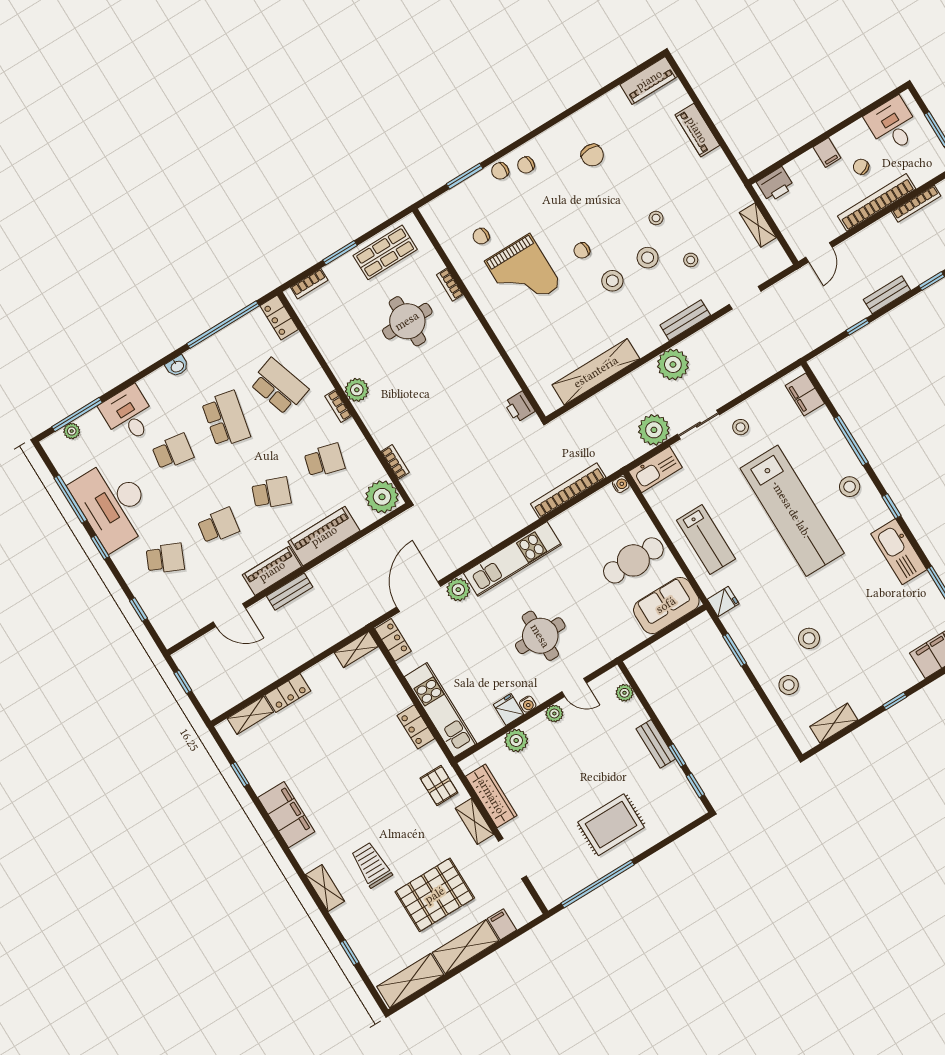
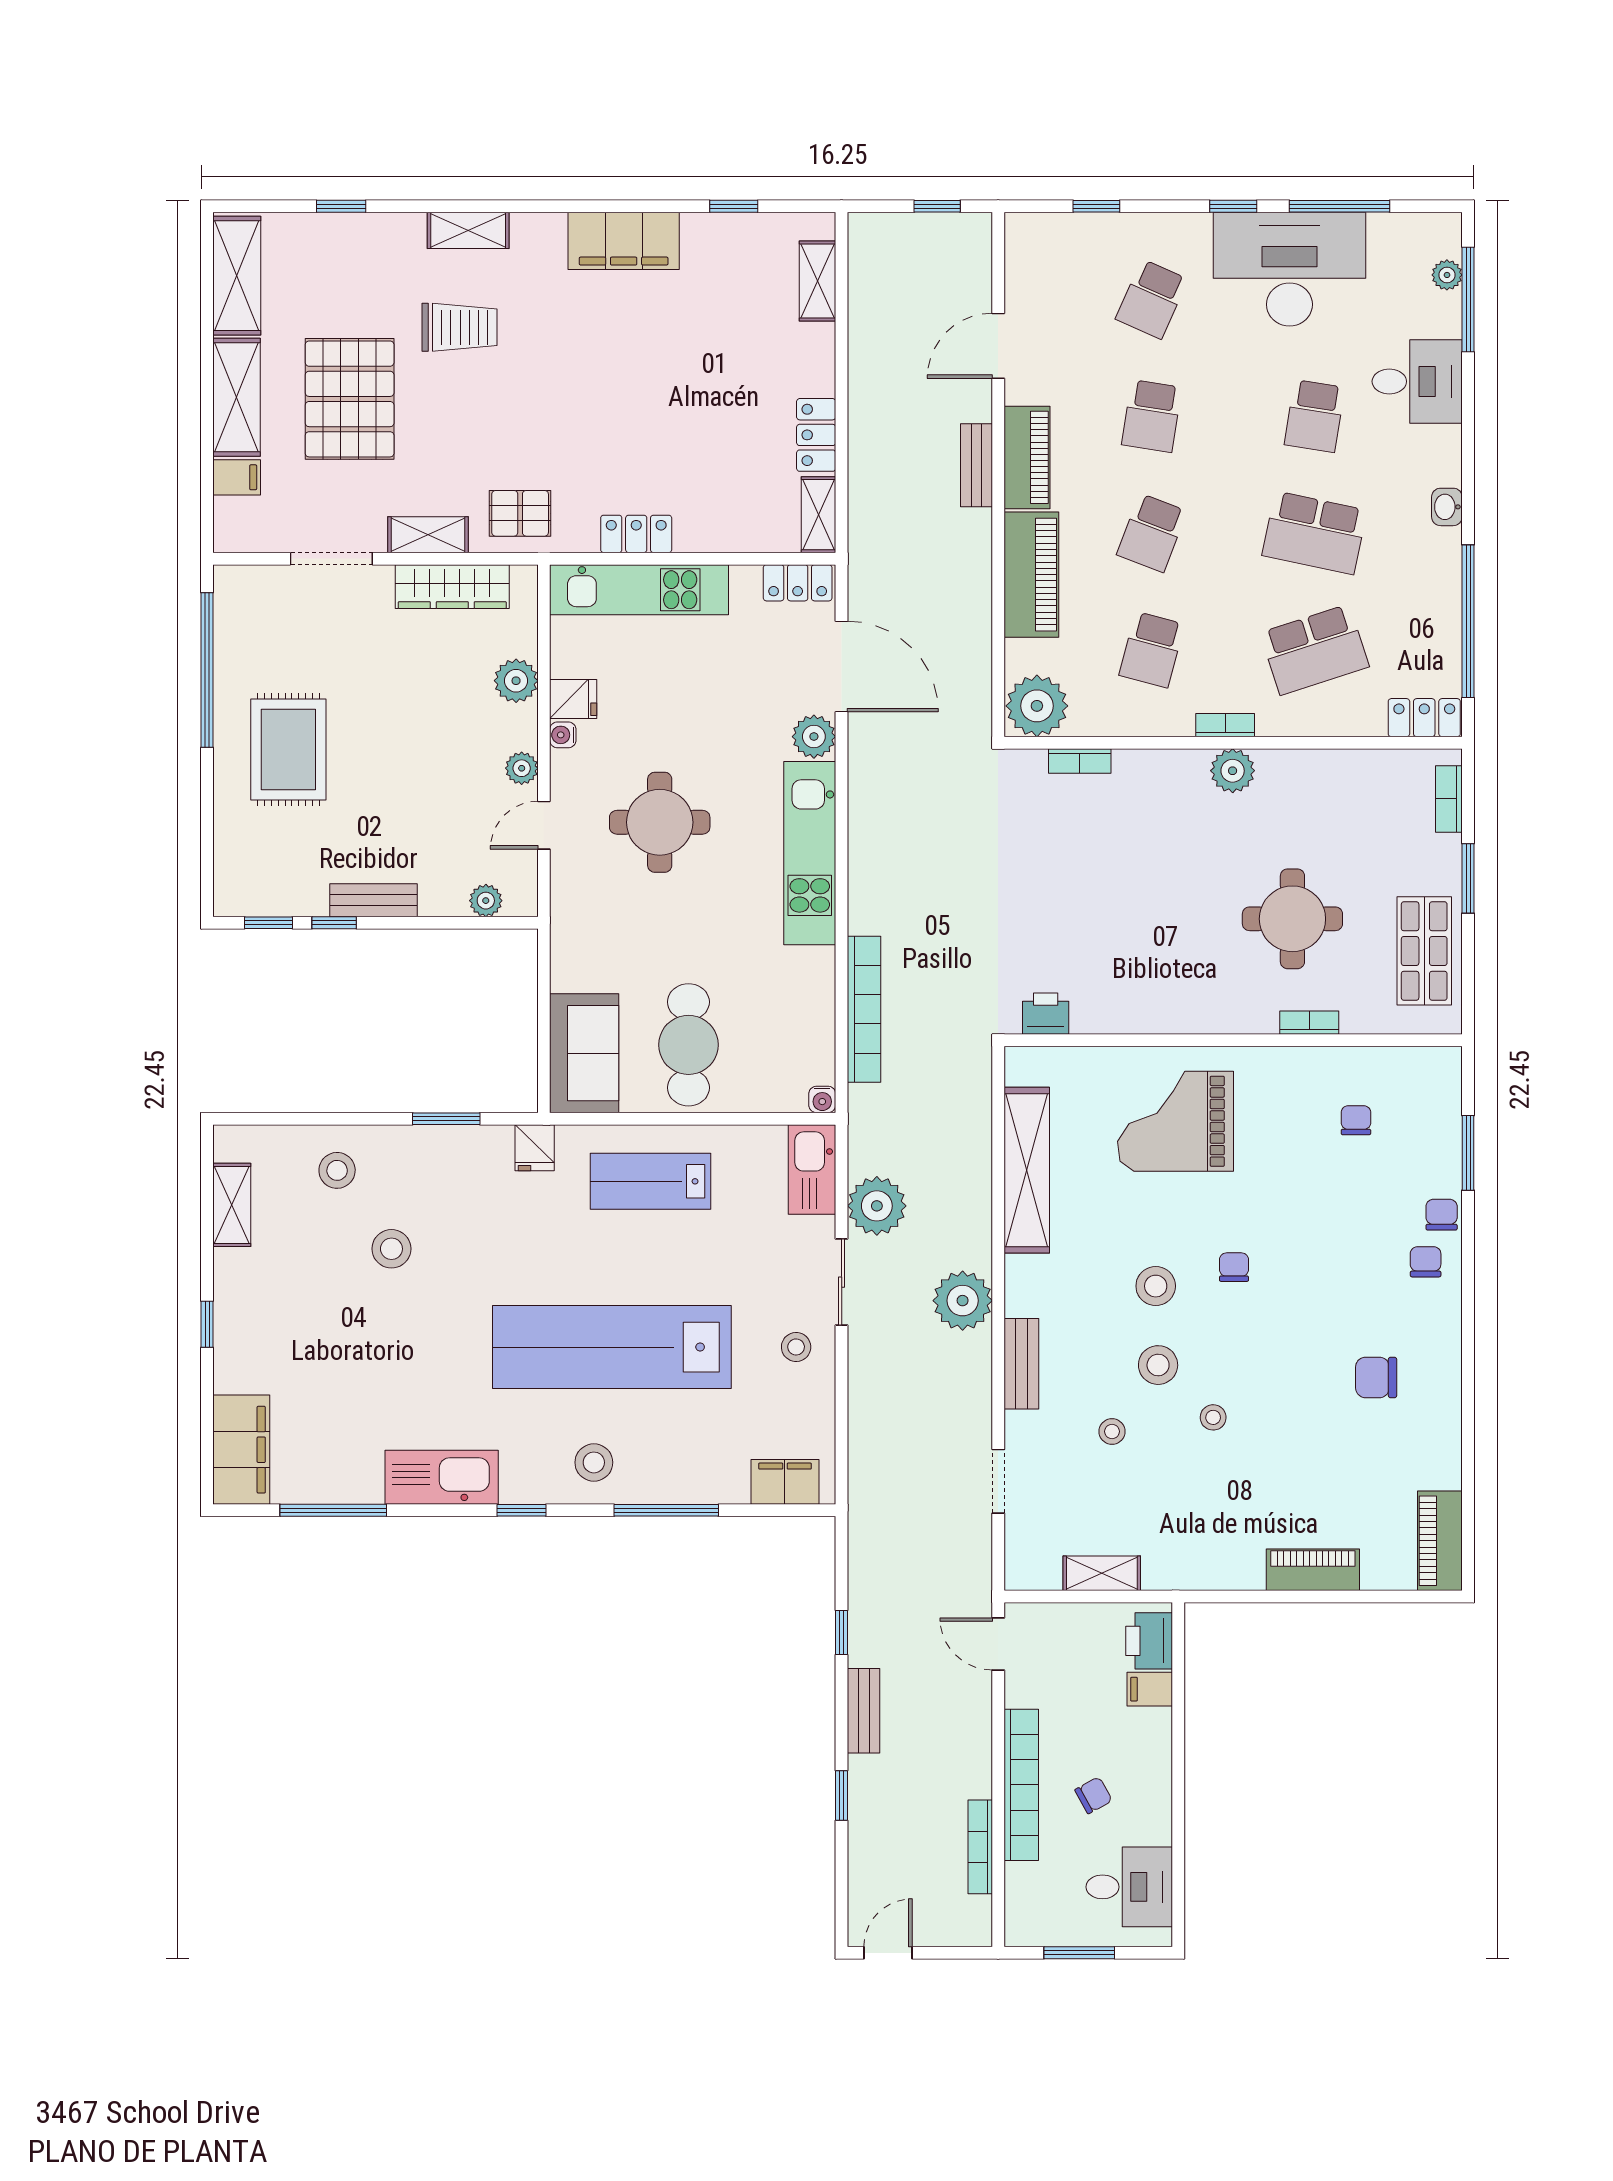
filing cabinet: (827, 152) -> (1150, 1689), moved
grand piano: (523, 273) -> (1176, 1121), moved
locker: (288, 693) -> (816, 435), moved

